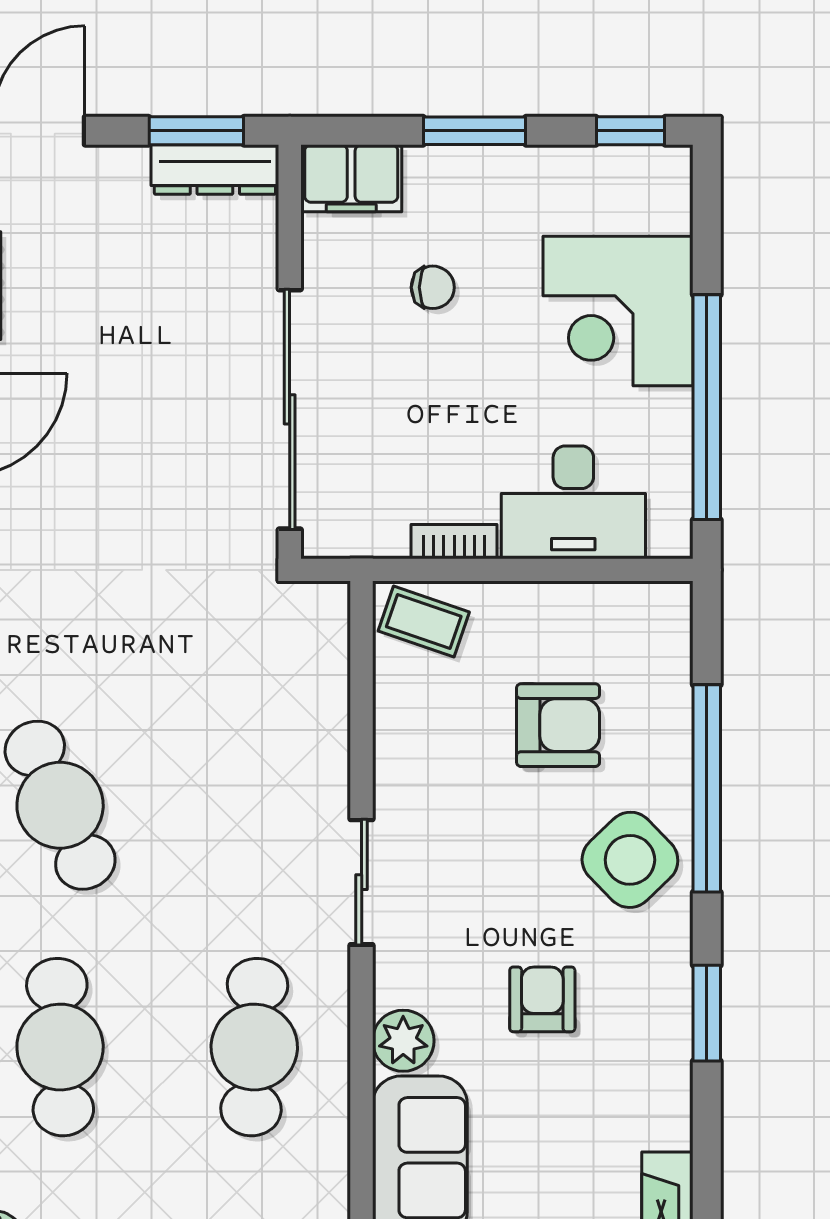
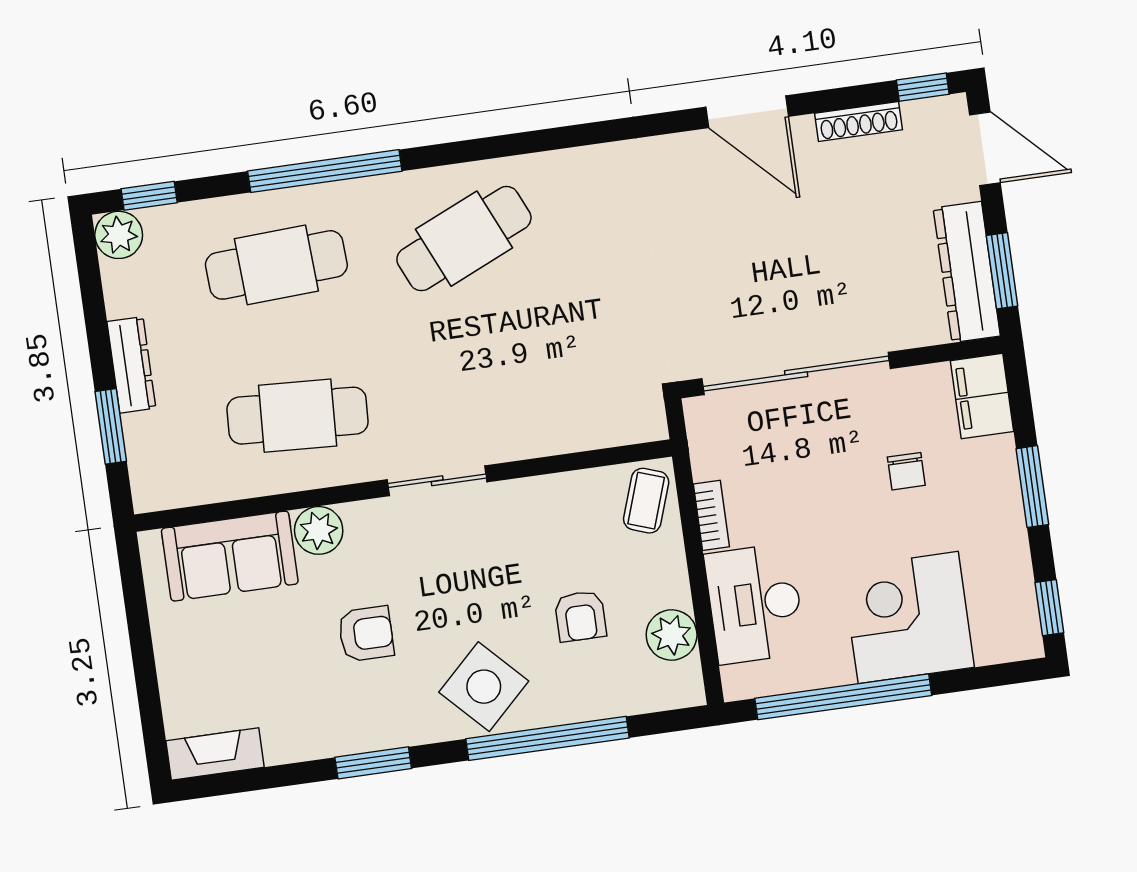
dresser: (215, 170) -> (967, 272), width x1.37, depth x1.24
plant: (598, 613) -> (672, 635), added
armchair: (558, 725) -> (580, 616), width x0.72, depth x0.72

